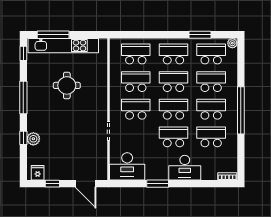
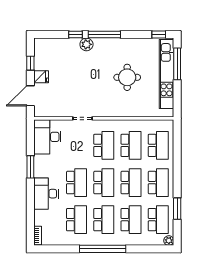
window: (23, 98) -> (104, 34), moved
plant: (33, 139) -> (86, 44), moved
fridge: (38, 173) -> (41, 77), moved

